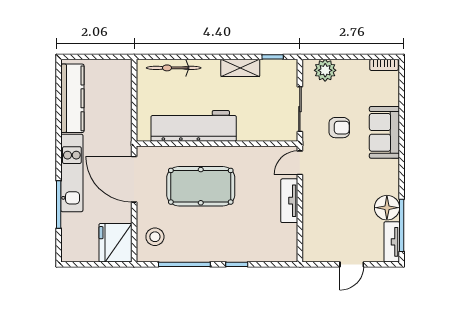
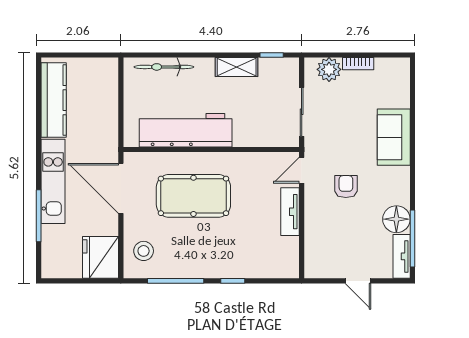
bookcase: (384, 65) -> (358, 64), moved
armchair: (339, 128) -> (346, 187), moved, turned -90
door: (352, 264) -> (358, 281), hinge flipped

